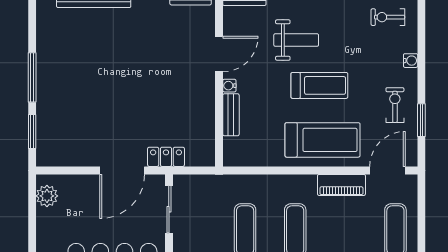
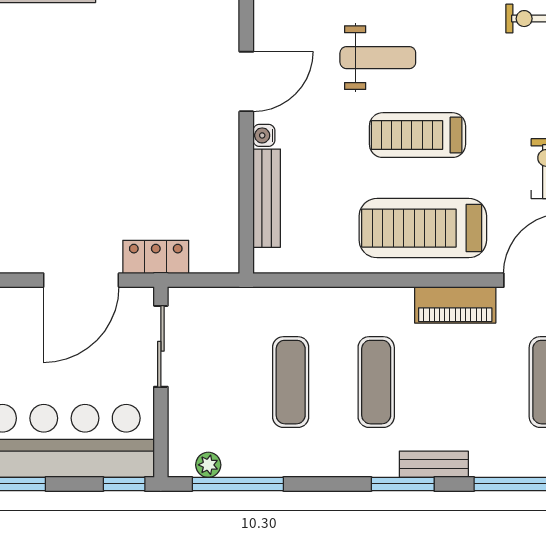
treadmill: (319, 85) -> (417, 135), turned 180
bench: (231, 115) -> (267, 198), width x1.36
treadmill: (323, 140) -> (423, 228), turned 180

